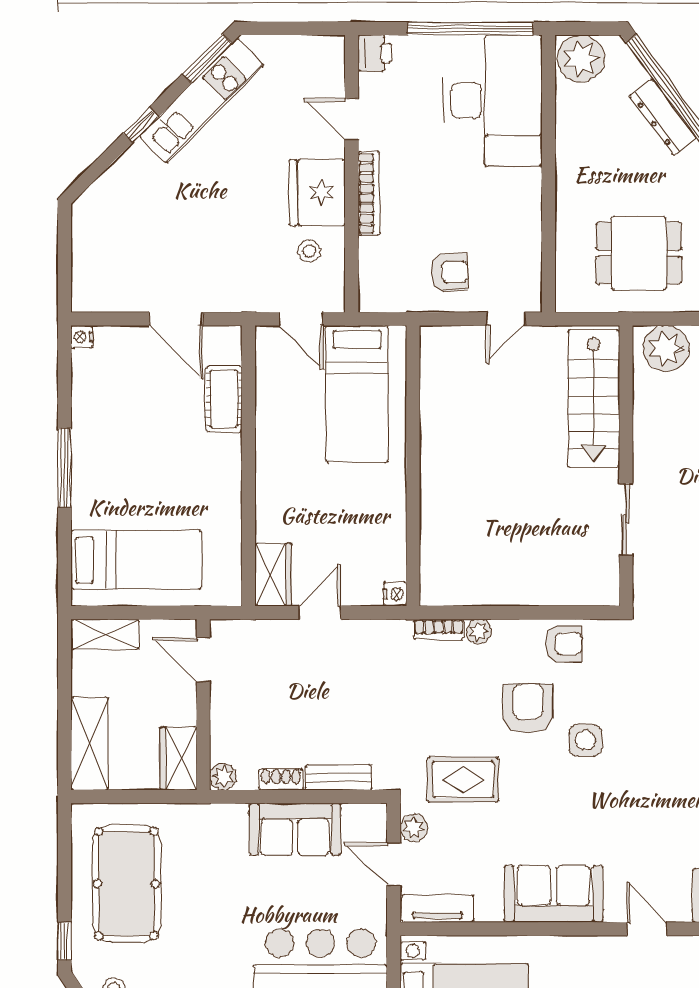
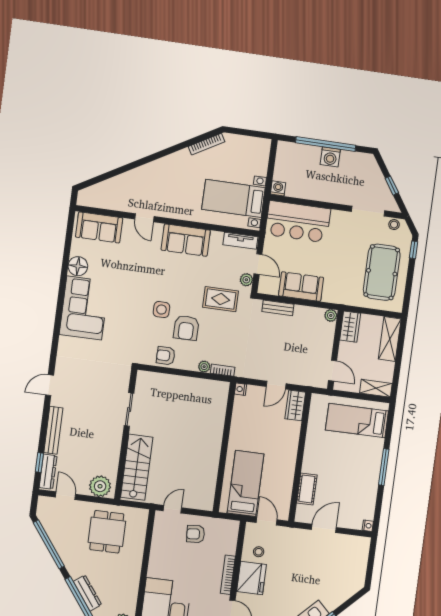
dining table: (639, 253) -> (107, 532), turned 90
door: (176, 319) -> (324, 528), hinge flipped
shoe rack: (281, 779) -> (305, 311), removed

